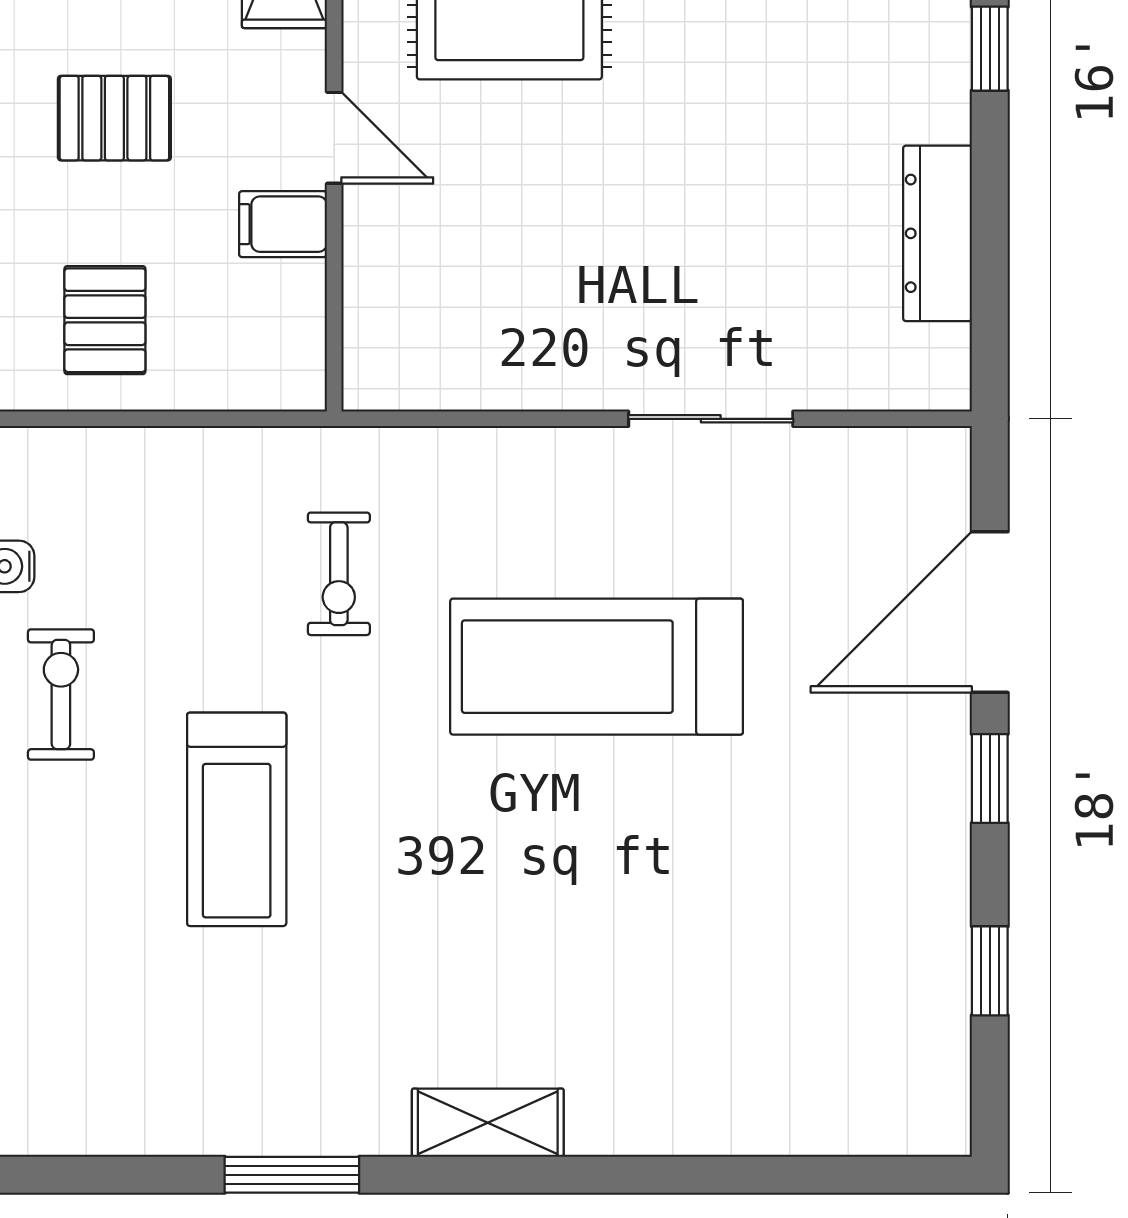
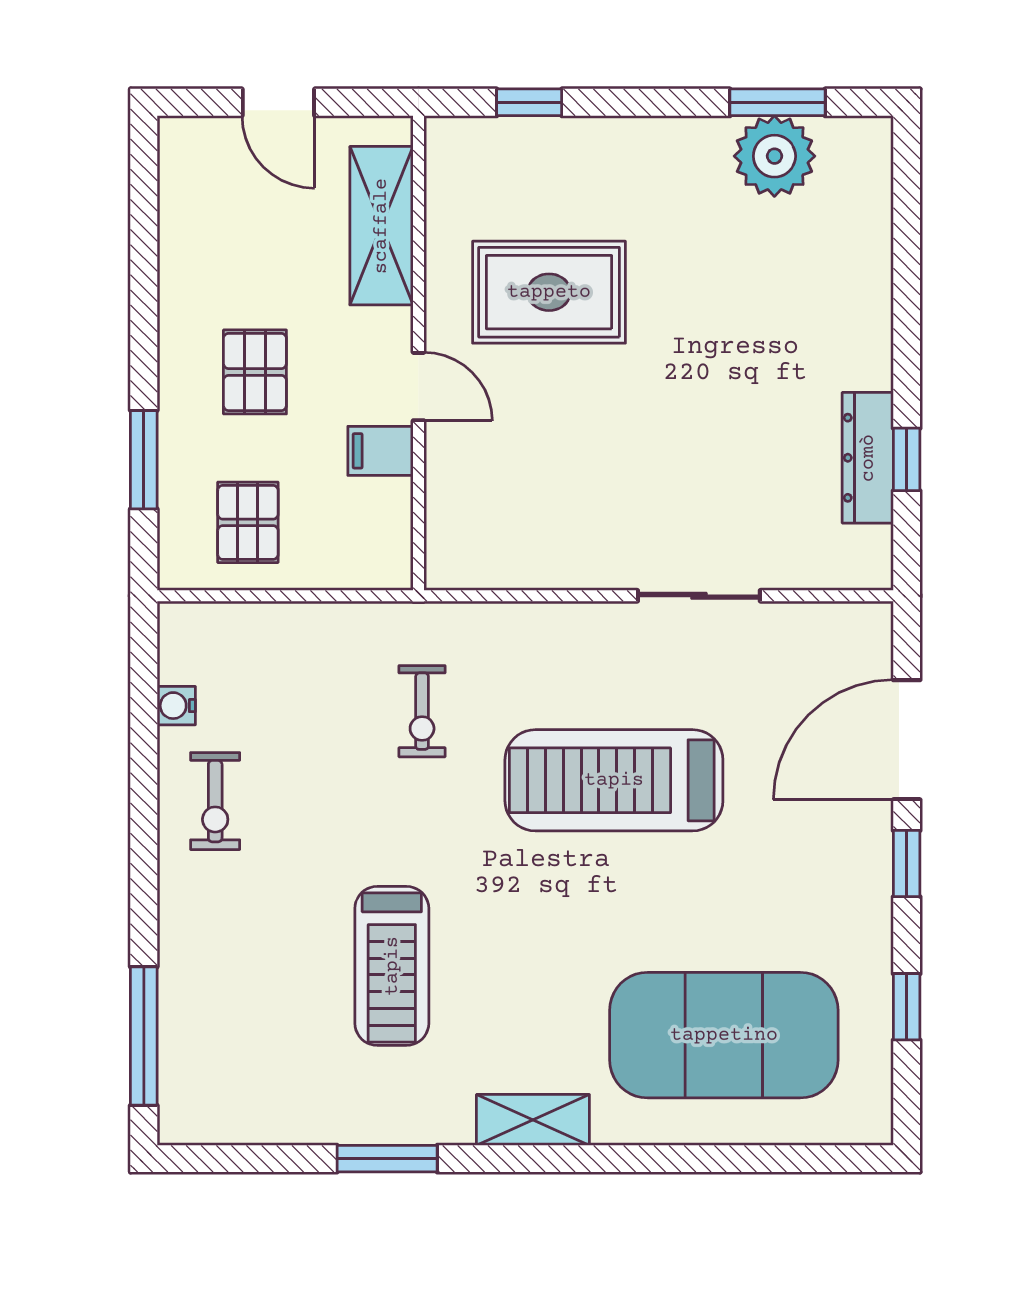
window: (990, 49) -> (907, 459), moved
pallet: (114, 118) -> (255, 372), turned 90
exercise bike: (61, 695) -> (215, 801), turned 180
treadmill: (237, 819) -> (392, 966), moved
exercise mat: (744, 1009) -> (724, 1035), added

